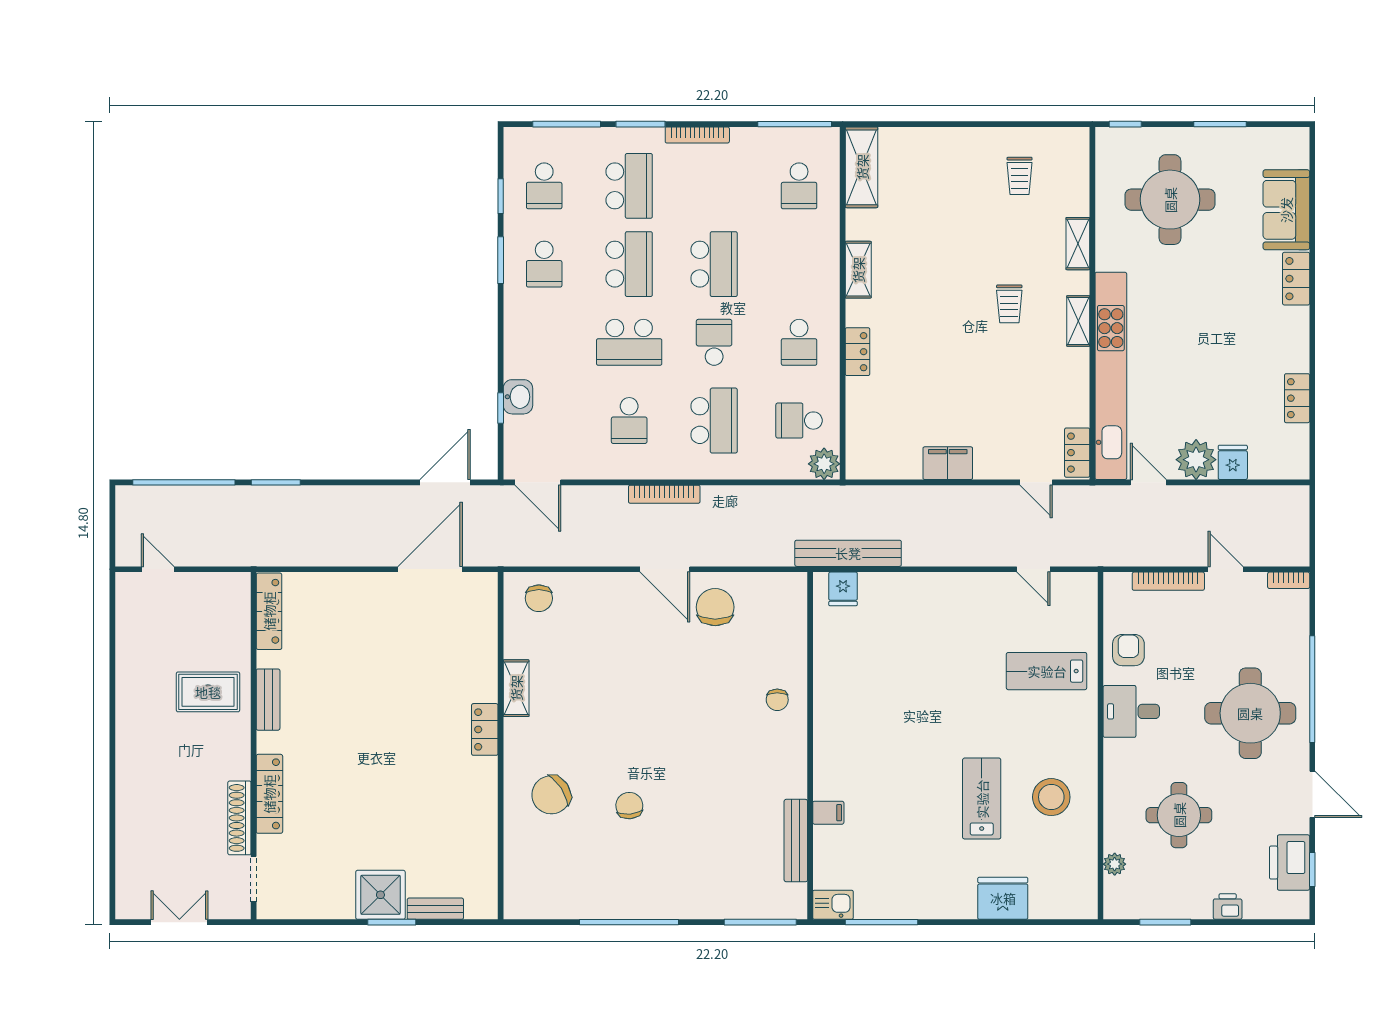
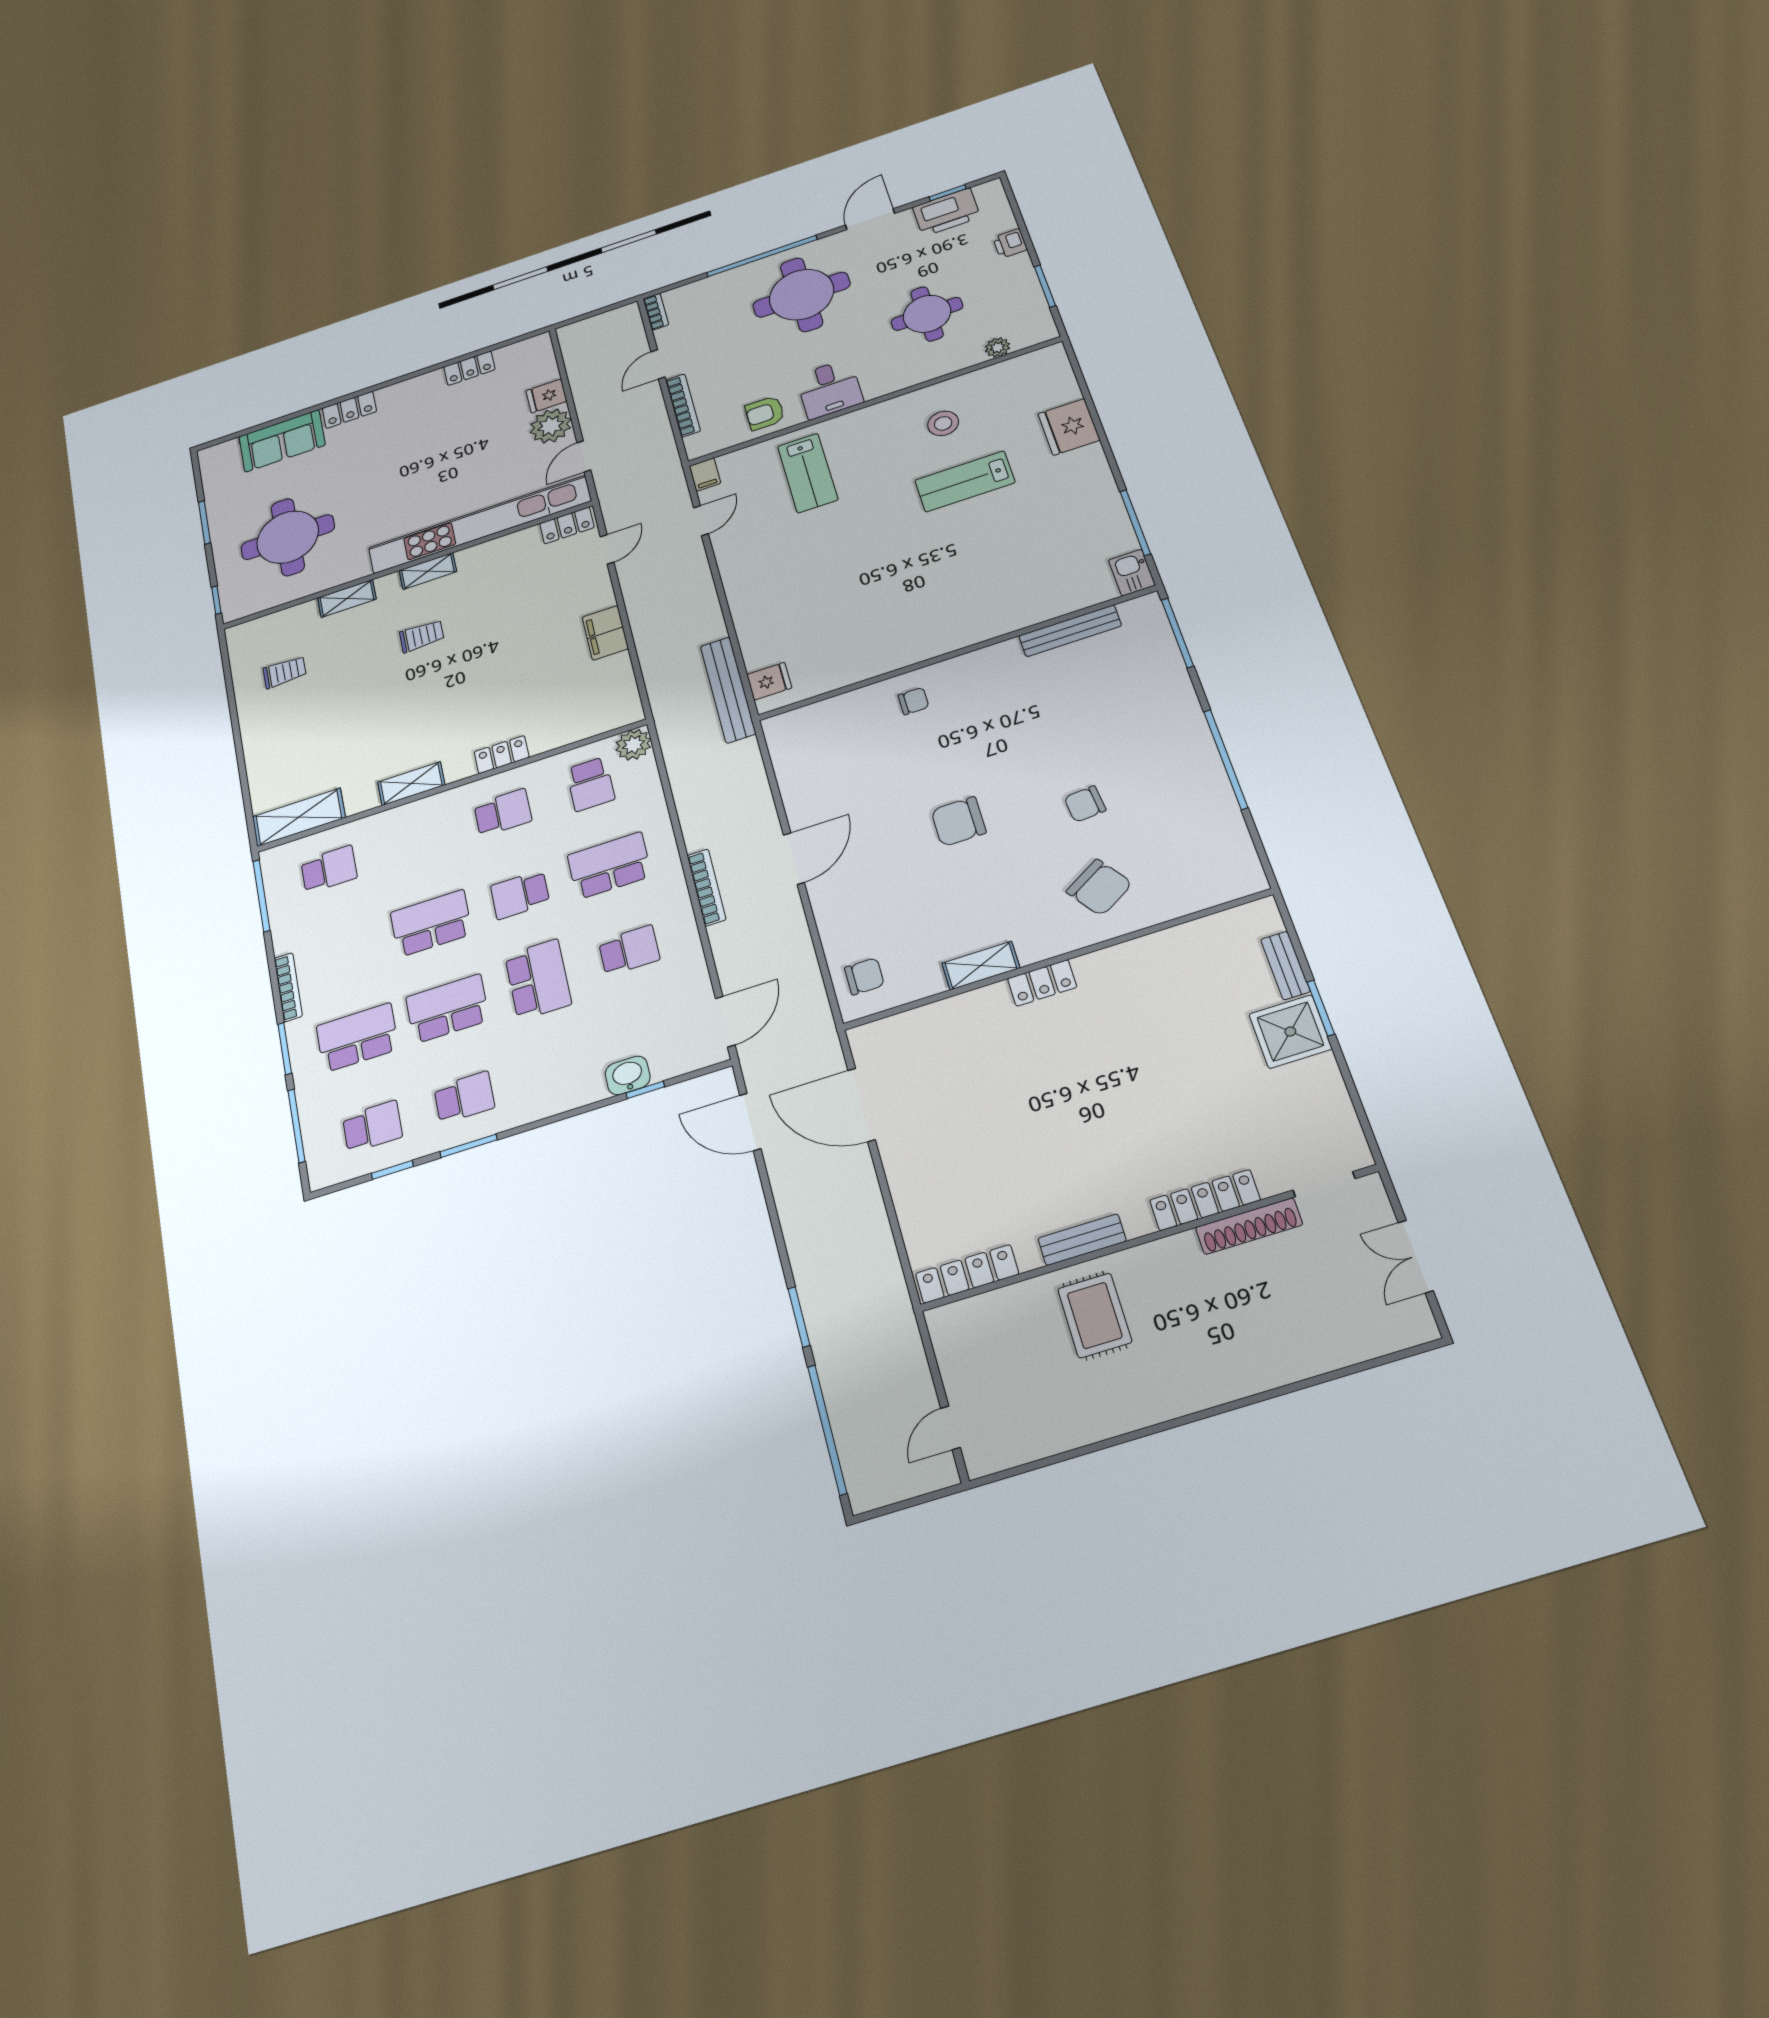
chair: (715, 607) -> (959, 821), moved
stool: (1051, 797) -> (943, 423), width x0.73, depth x0.73
filing cabinet: (828, 813) -> (705, 475), moved, turned 180

